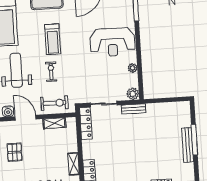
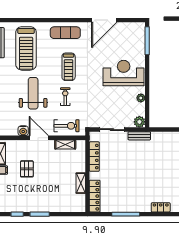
reception desk: (112, 42) -> (124, 73), turned 180
locker: (86, 123) -> (94, 157), moved

